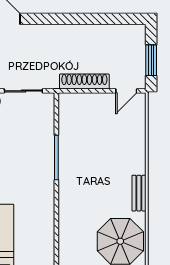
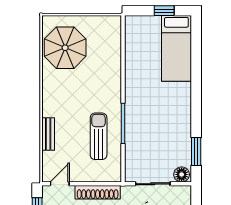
sun lounger: (83, 143) -> (99, 136), added
bench: (139, 193) -> (48, 134), moved

